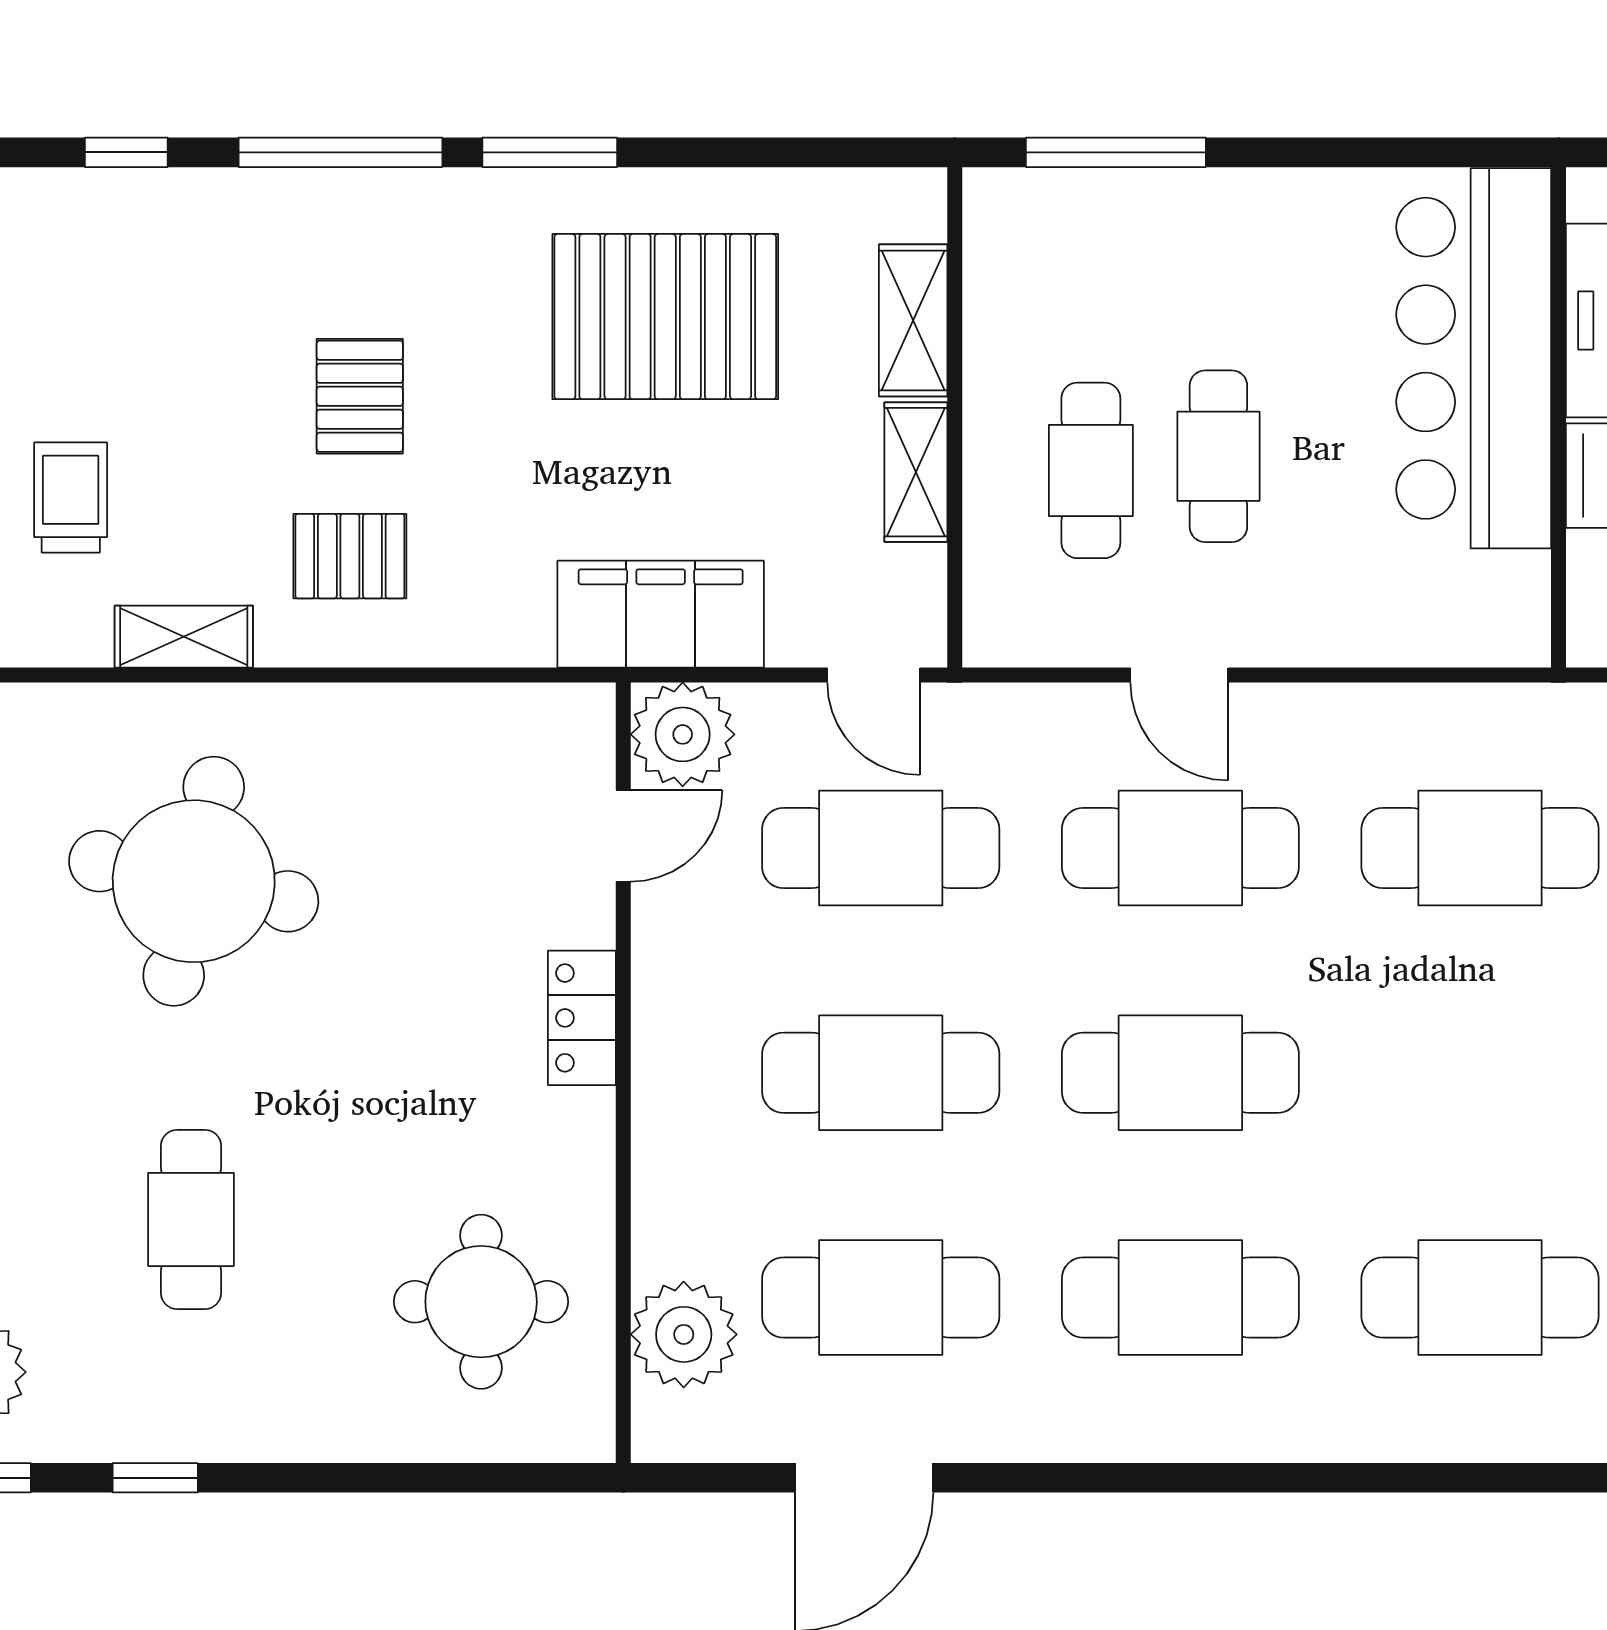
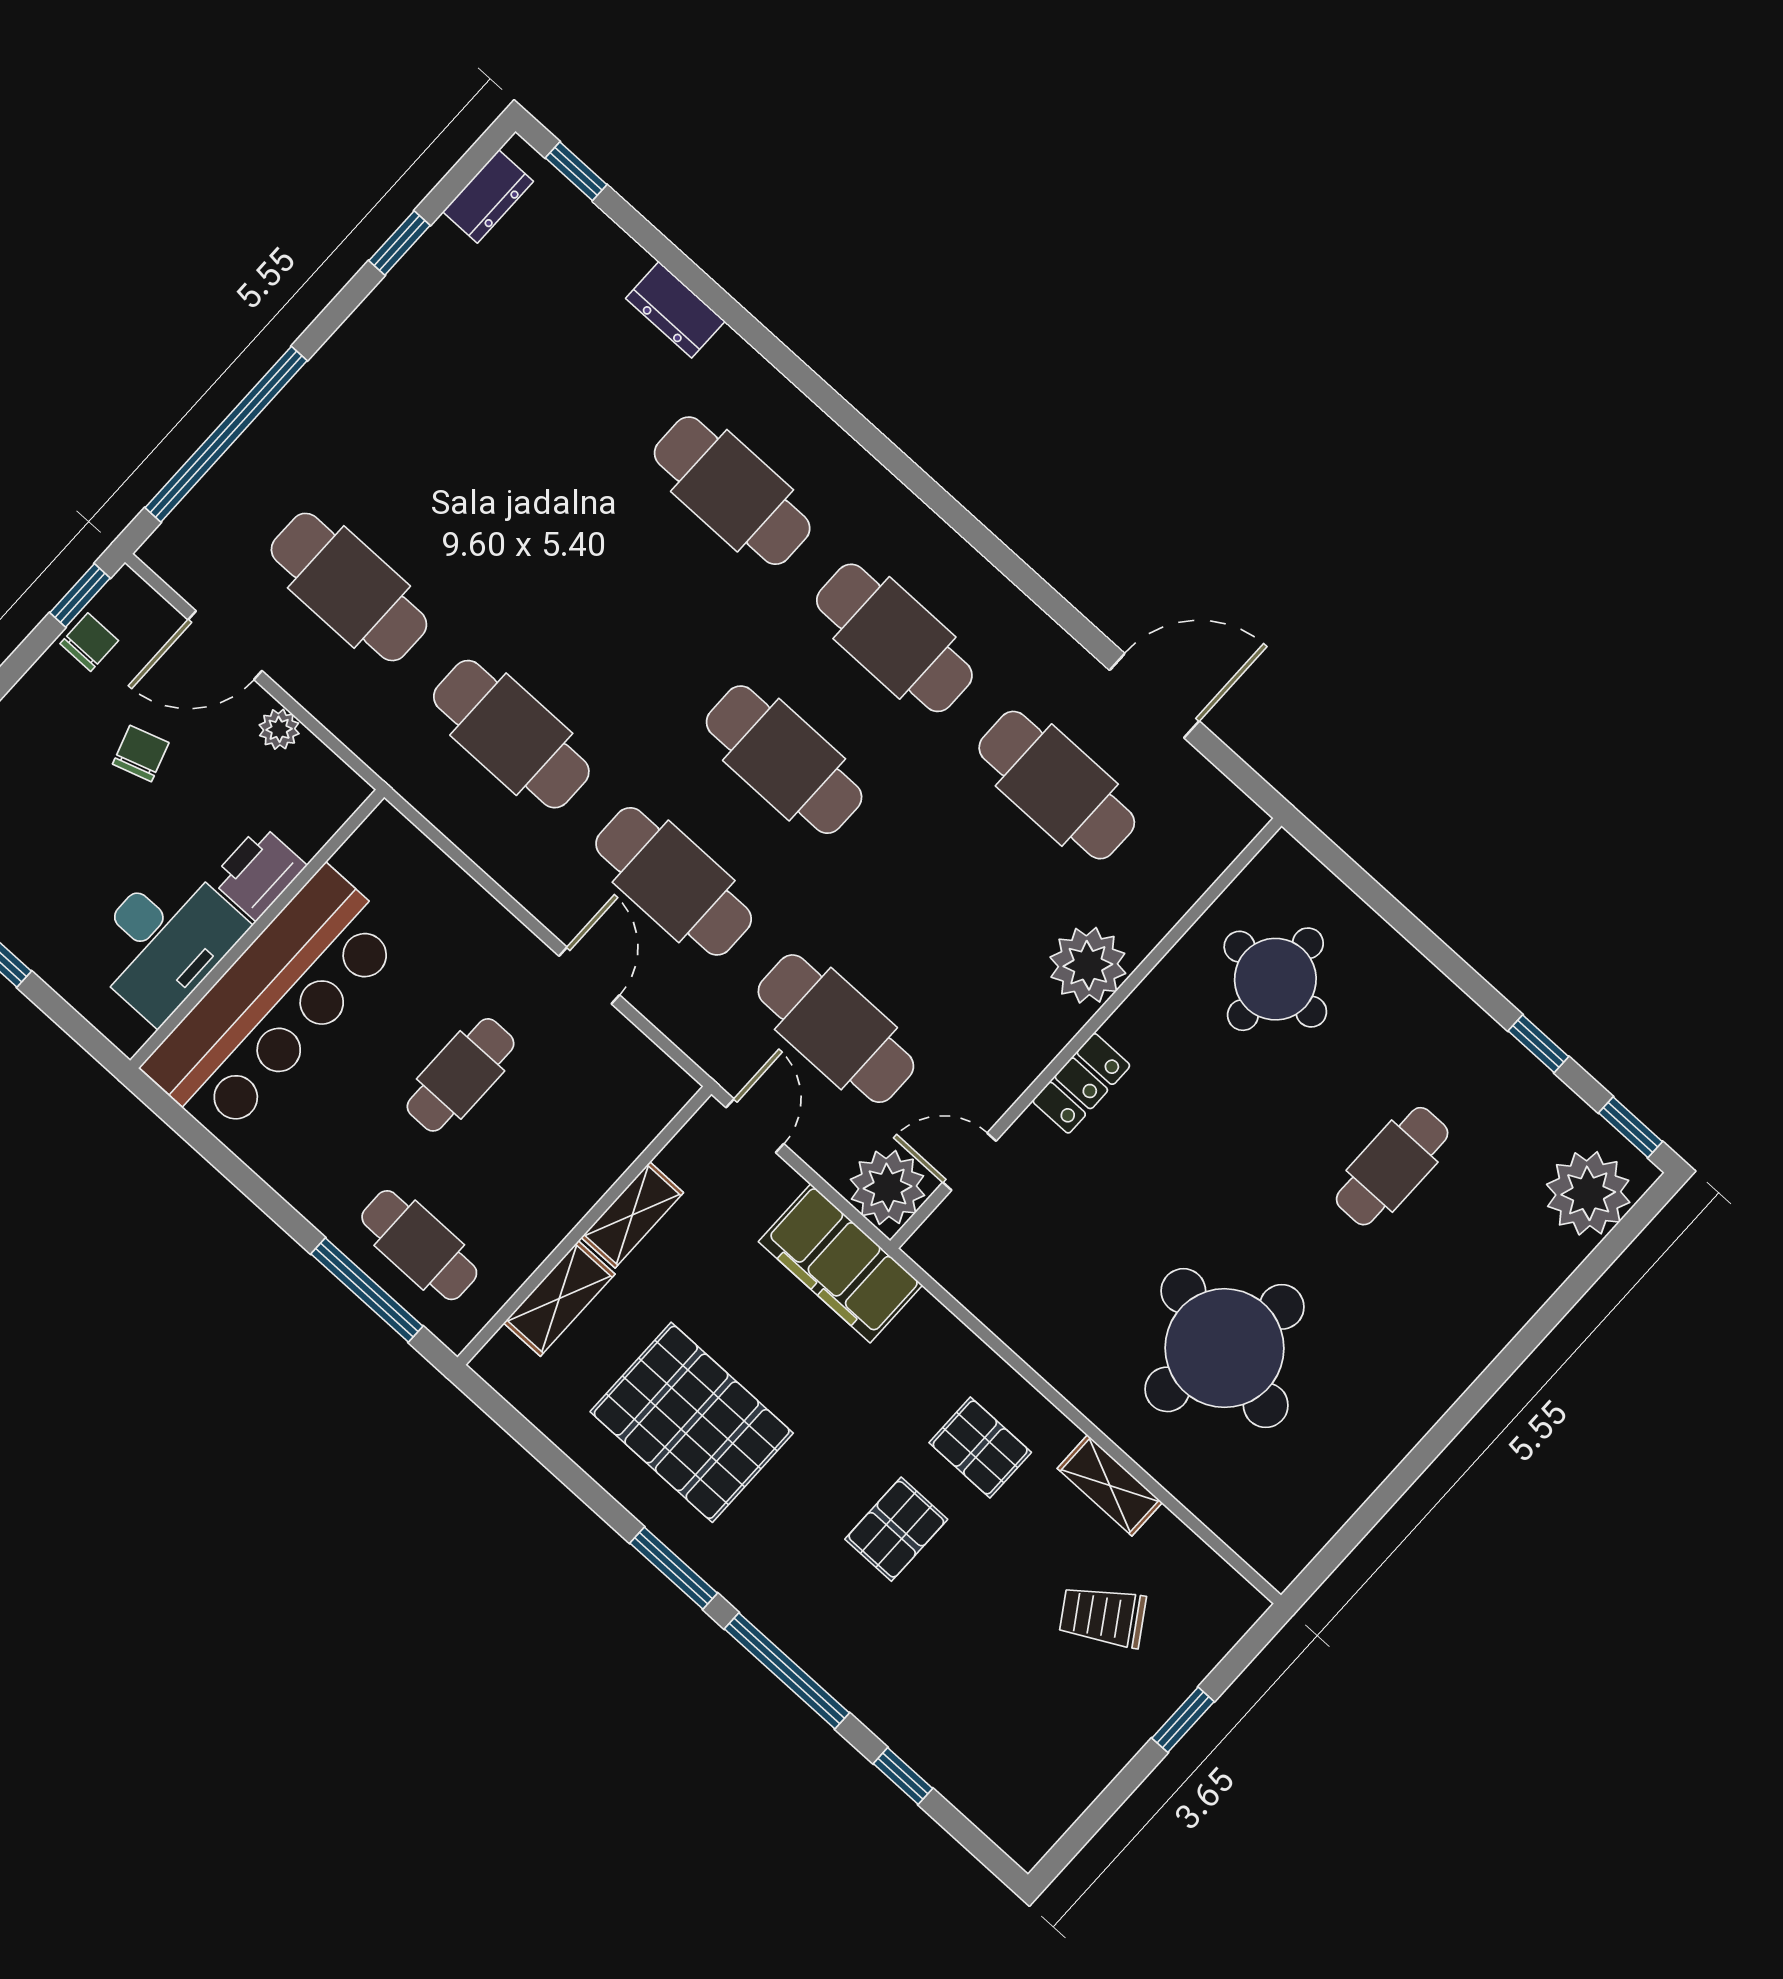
cafe table: (1091, 470) -> (419, 1245), moved, turned 90
trolley: (71, 498) -> (1103, 1616), turned 57
cafe table: (881, 1073) -> (946, 907), removed
plant: (684, 1334) -> (1088, 965), moved

